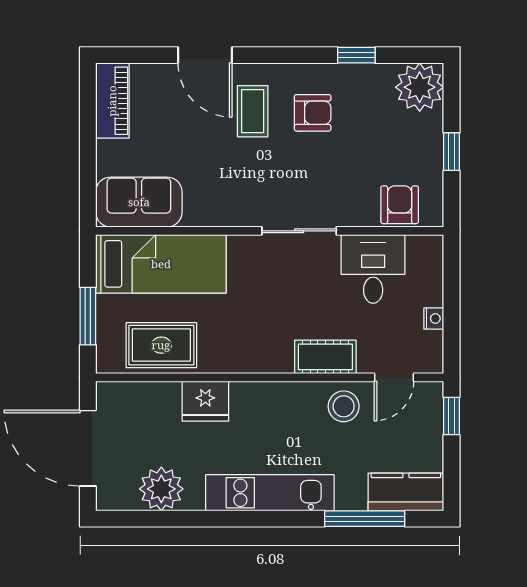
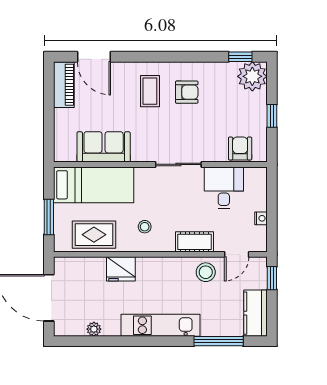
door: (205, 55) -> (94, 57), moved
window: (356, 55) -> (240, 57), moved
sofa: (139, 202) -> (104, 147), moved
stool: (244, 332) -> (145, 227), added
plant: (161, 489) -> (94, 329), width x0.53, depth x0.53
kitchen counter: (406, 492) -> (256, 313), moved, turned -90

